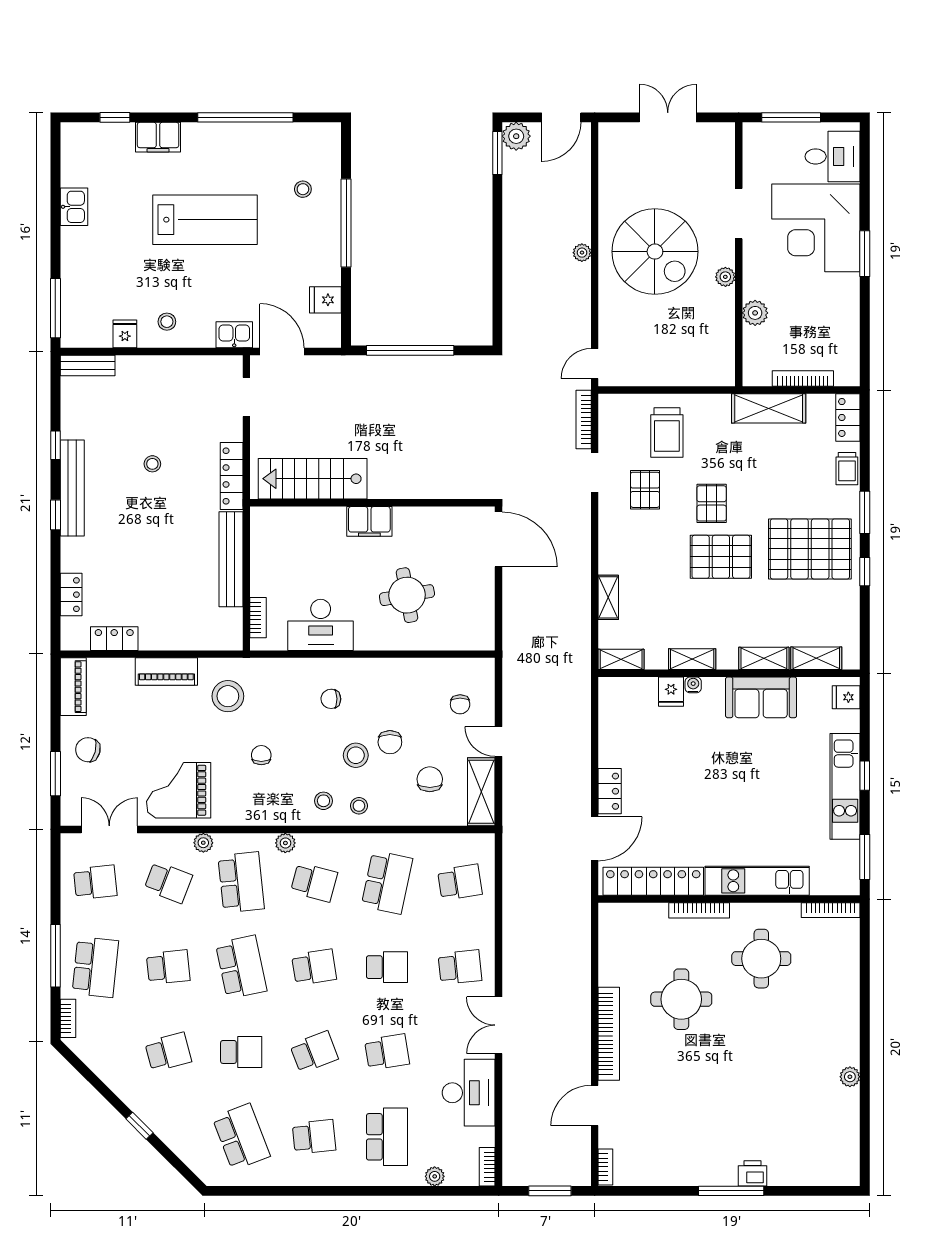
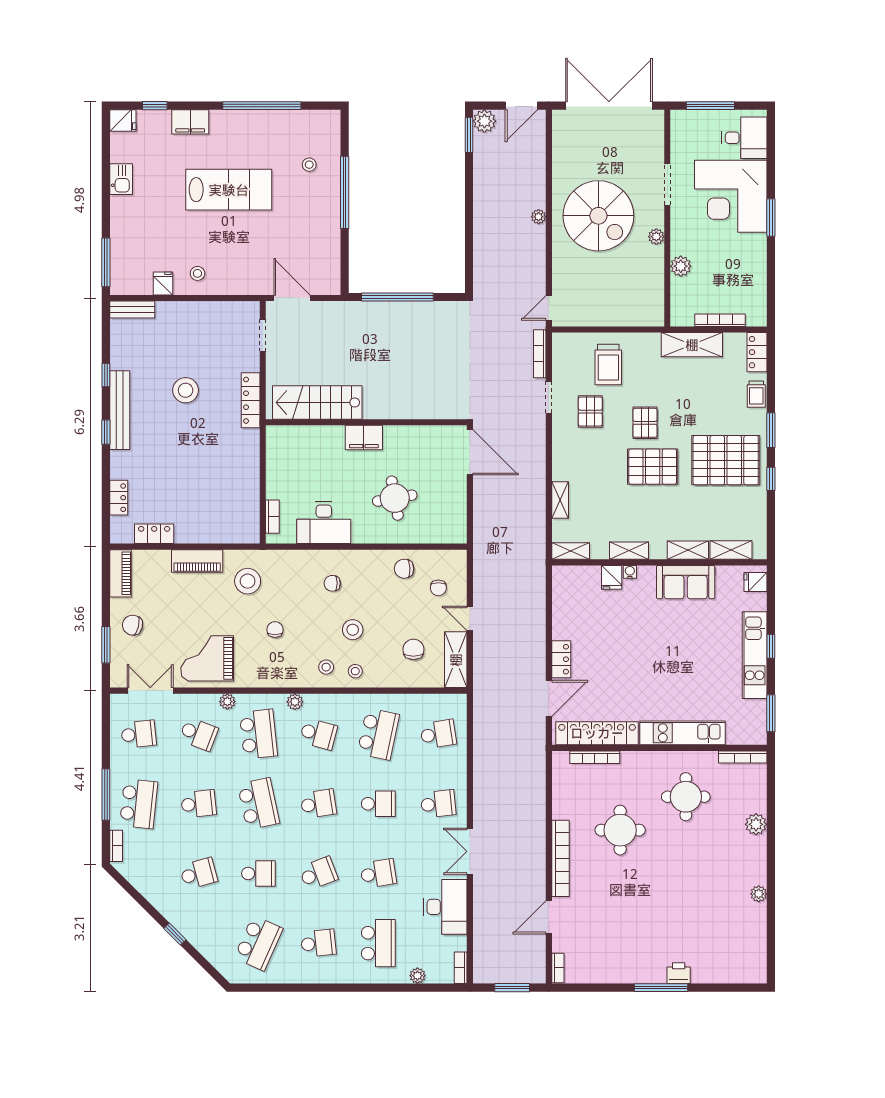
double door: (668, 117) -> (609, 106), width x1.87
fridge: (325, 300) -> (123, 120), moved, turned 180
kitchen sink: (234, 335) -> (253, 284), removed
stool: (152, 464) -> (186, 390), width x1.89, depth x1.89
bench: (231, 559) -> (250, 469), removed
chair: (390, 742) -> (404, 569), moved, turned 88
bookcase: (699, 910) -> (595, 757), moved
plant: (847, 992) -> (756, 824), added
school desk: (241, 1137) -> (258, 943), turned 45

